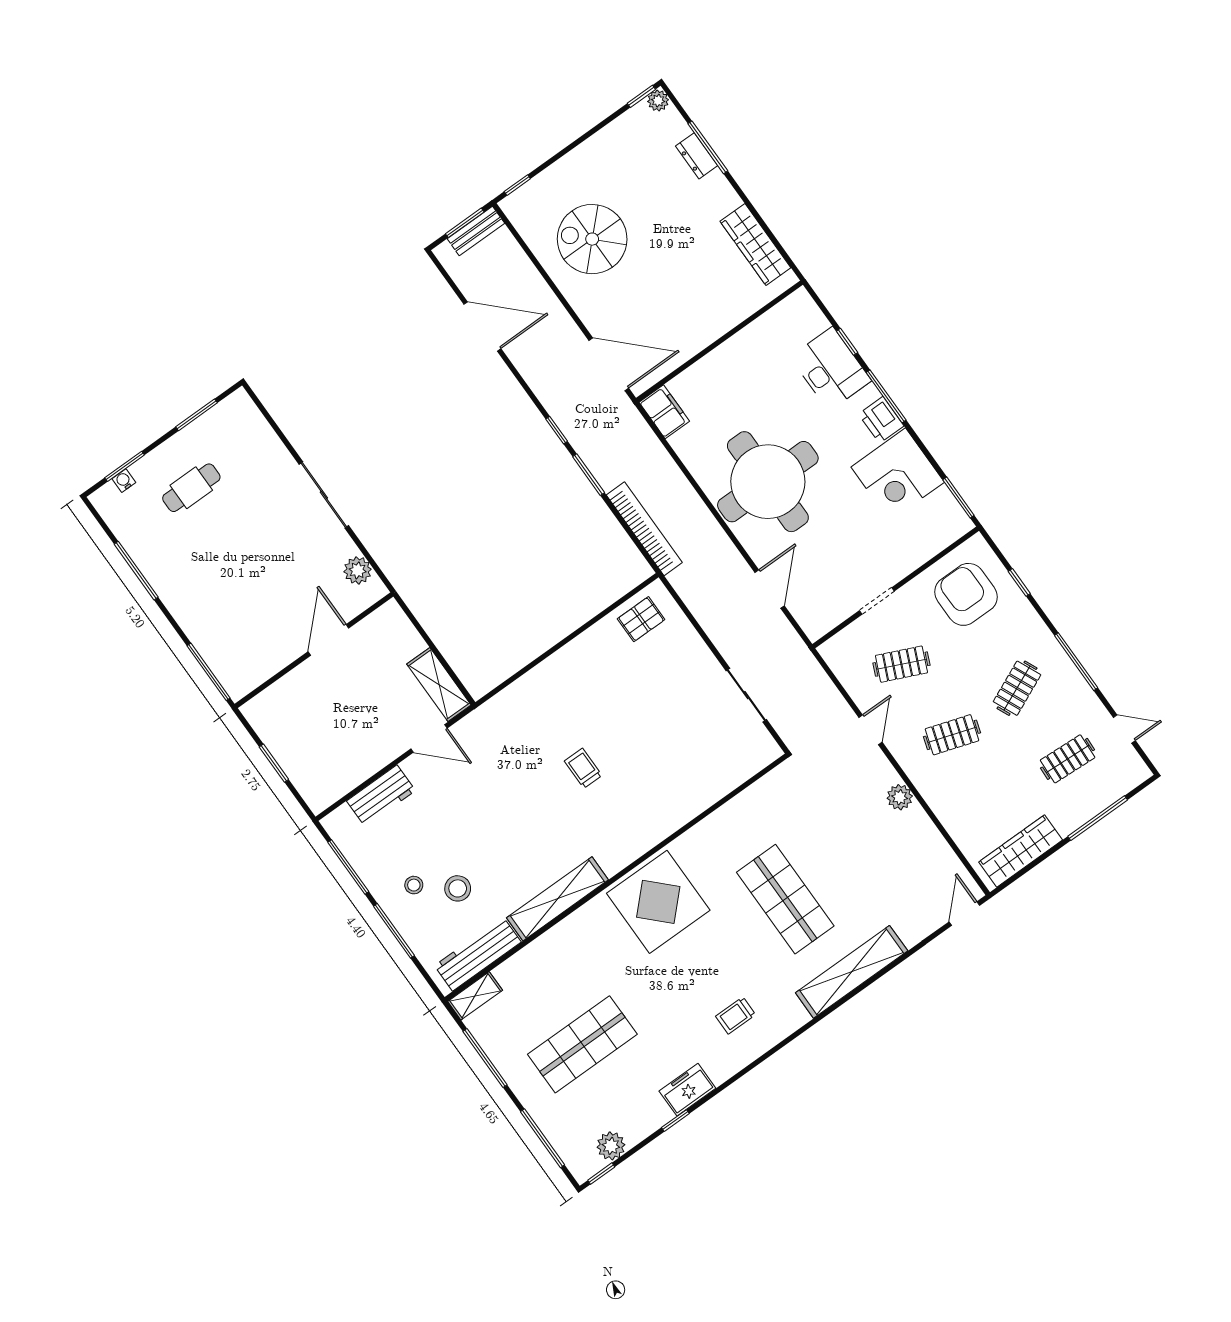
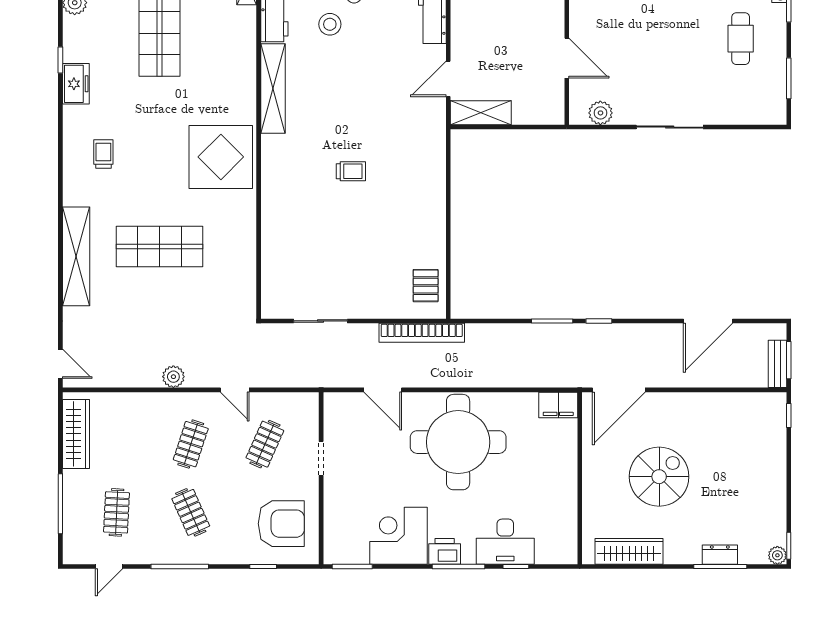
spiral stairs: (592, 239) -> (659, 477), moved
bookcase: (644, 529) -> (422, 333), moved

